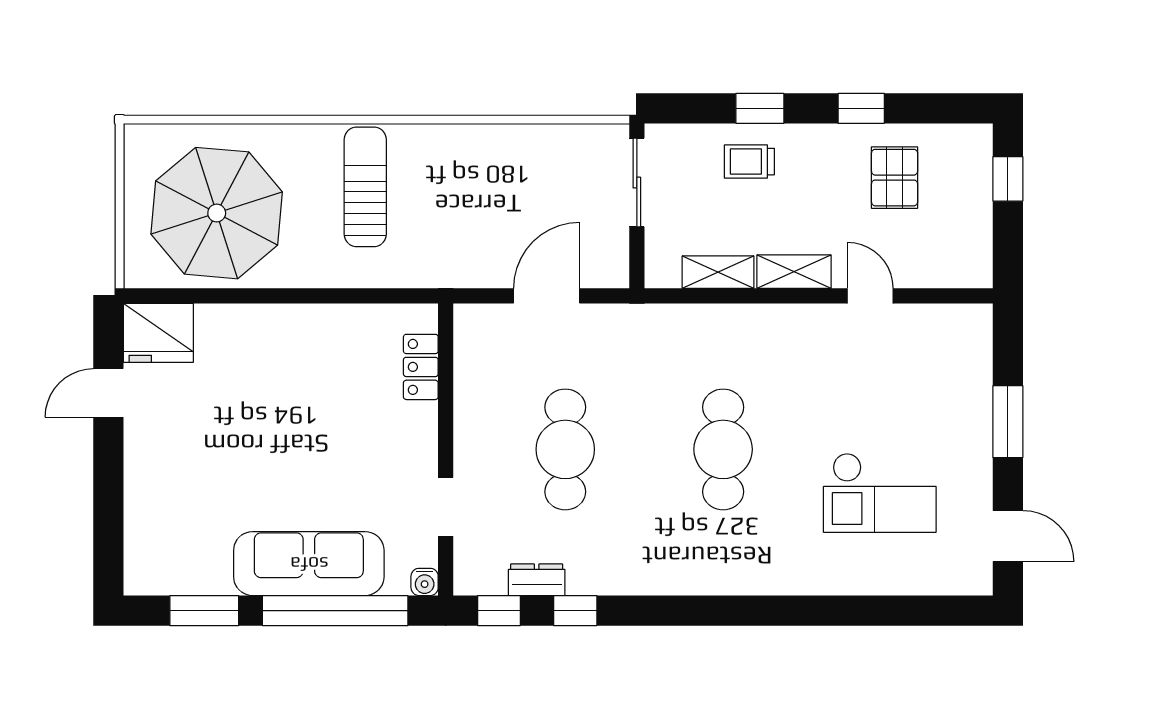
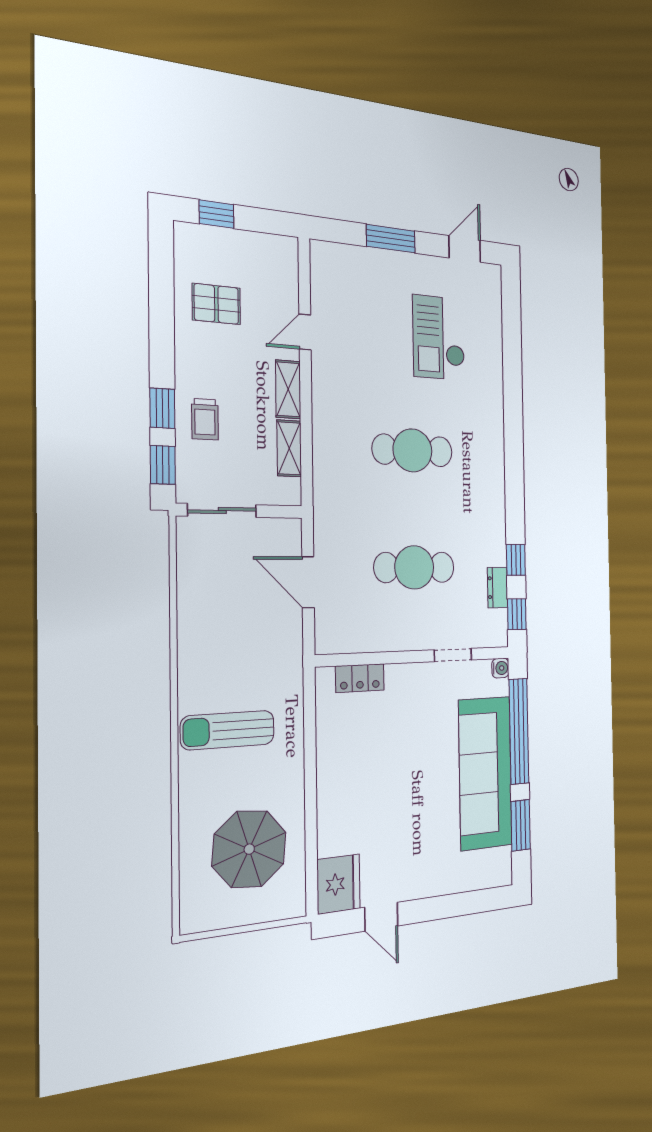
window: (861, 108) -> (163, 465), moved
parasol: (217, 213) -> (249, 849), width x0.73, depth x0.73
checkout: (880, 493) -> (439, 338), turned 180
sofa: (309, 564) -> (485, 773), width x1.36, depth x1.27

